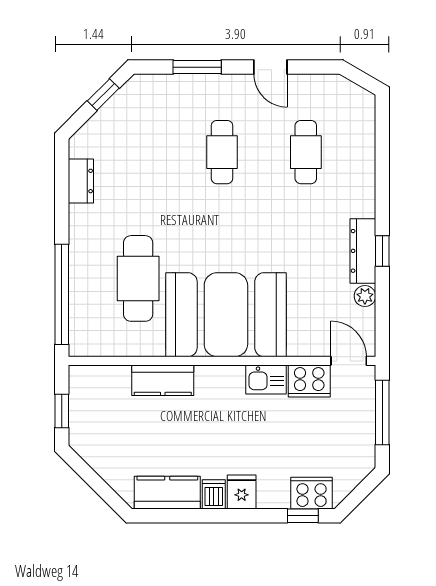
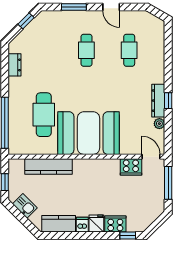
kitchen sink: (266, 379) -> (25, 206), moved, turned -135
kitchen counter: (163, 380) -> (48, 167), width x1.50
cooker: (312, 493) -> (115, 224), moved

